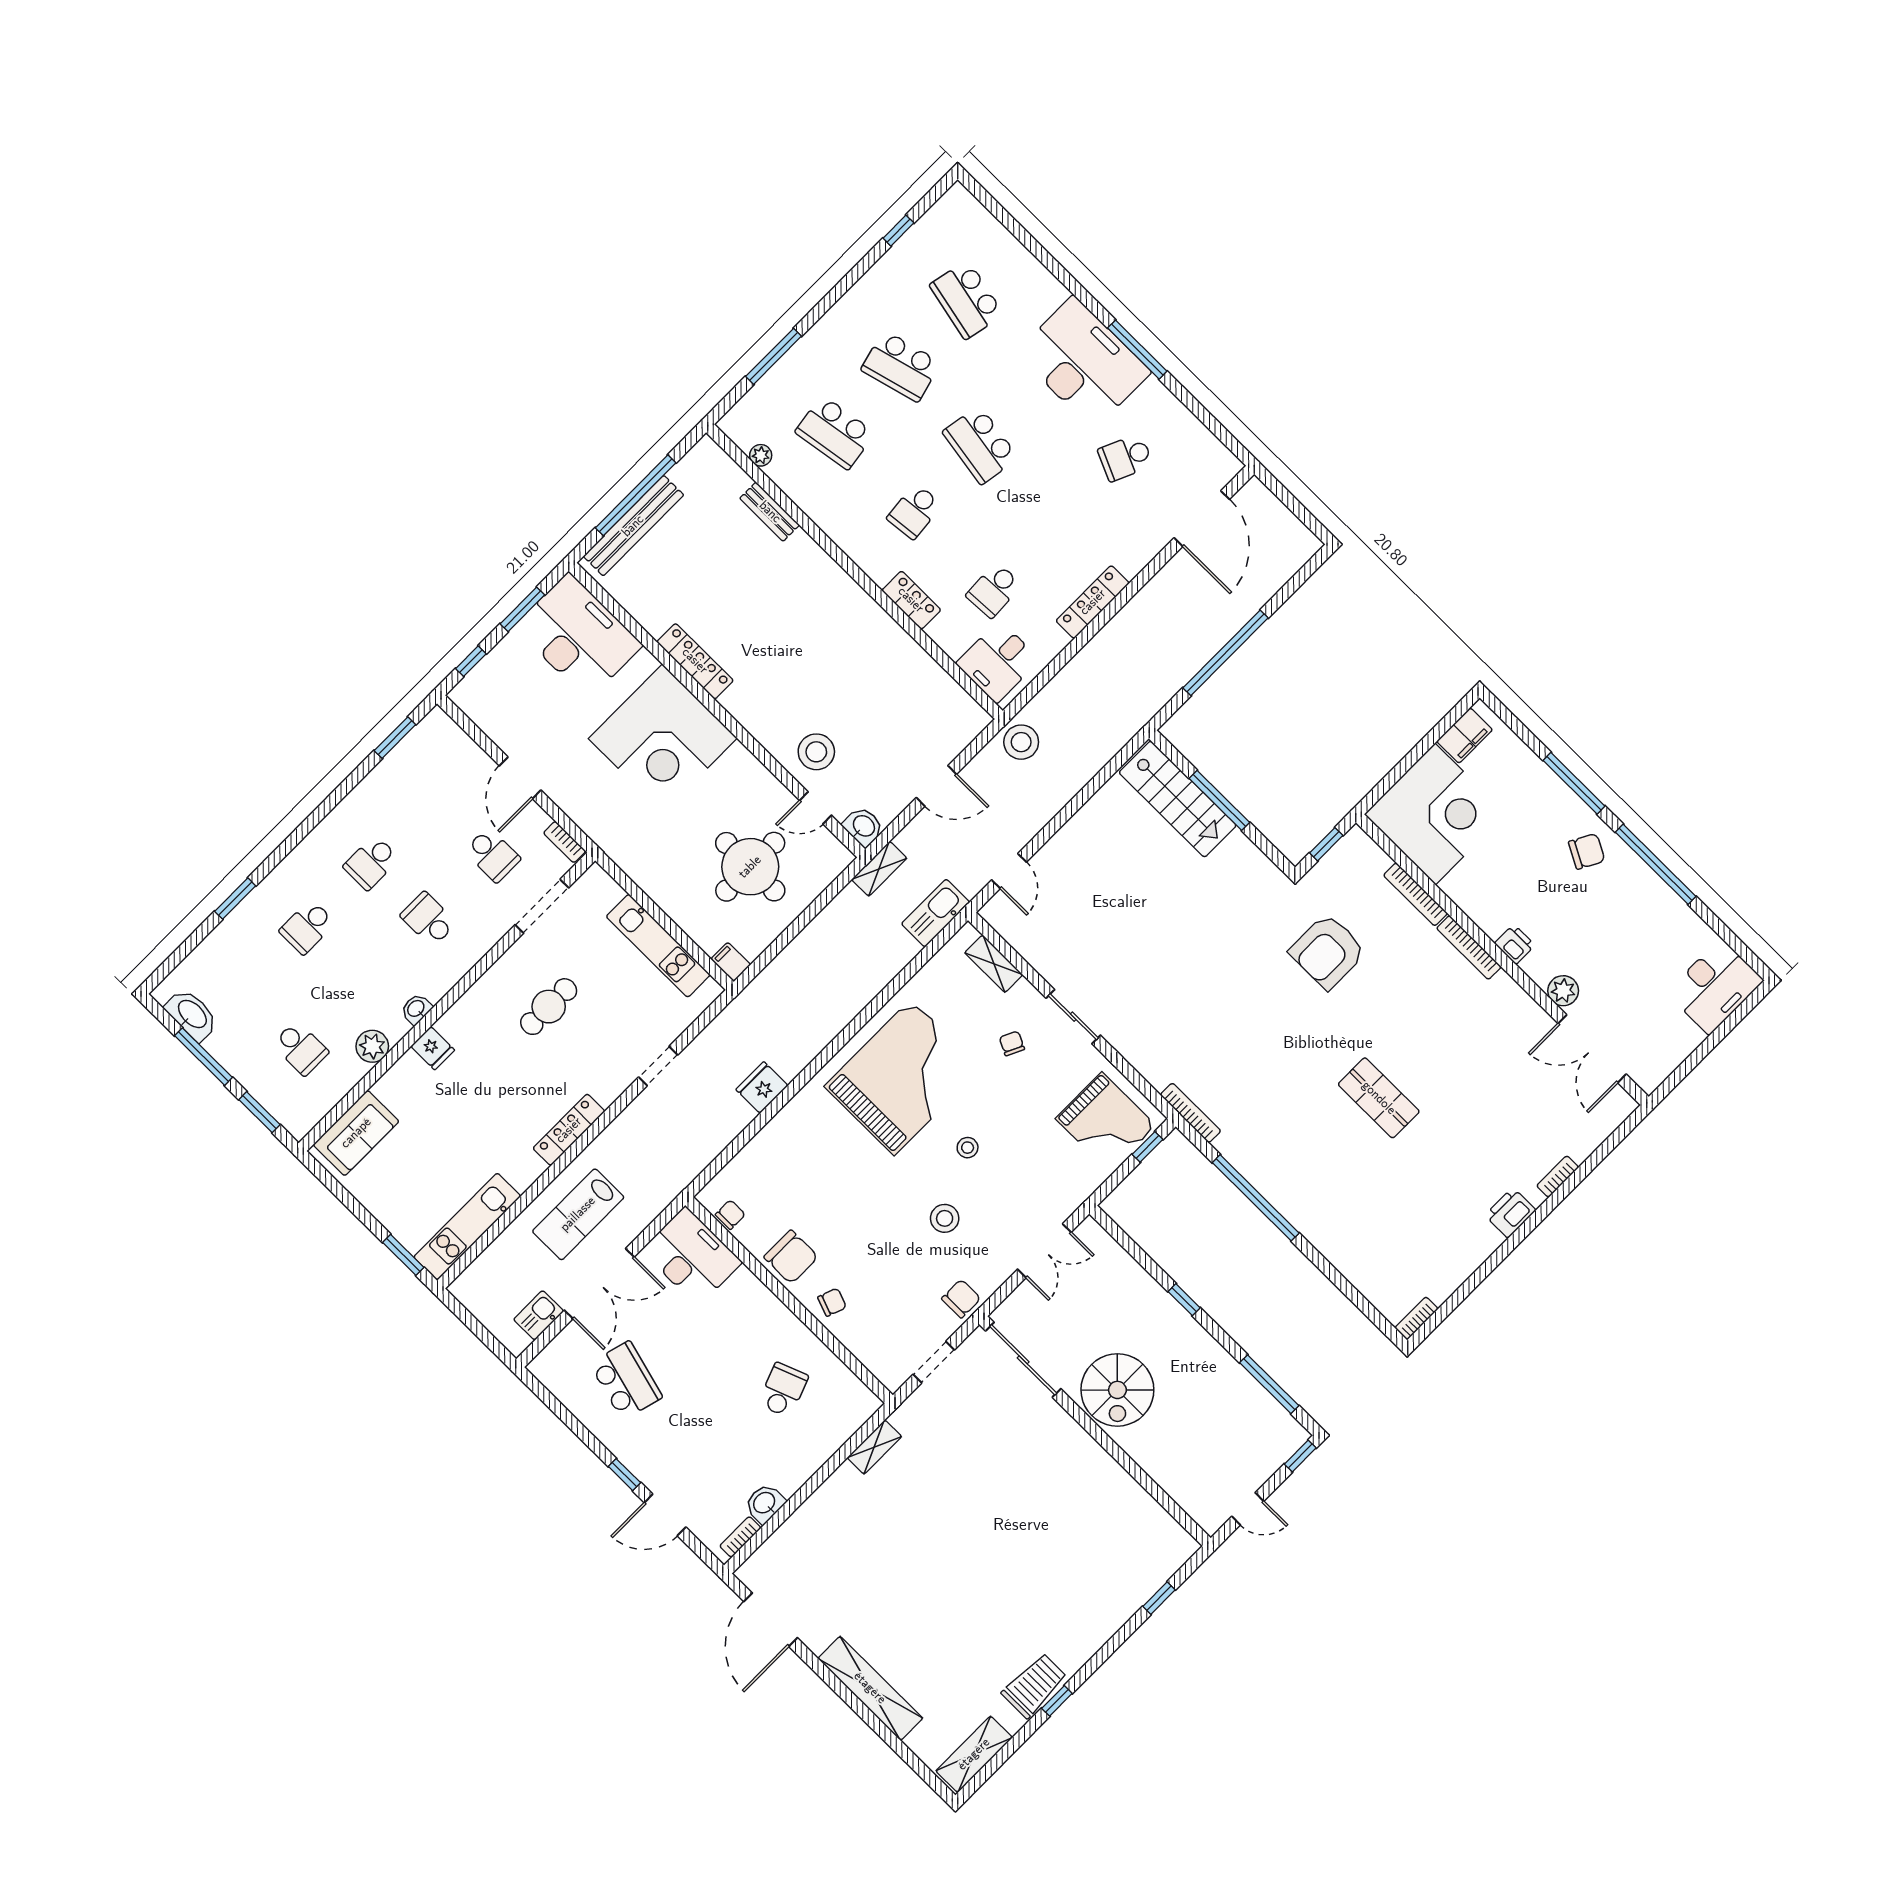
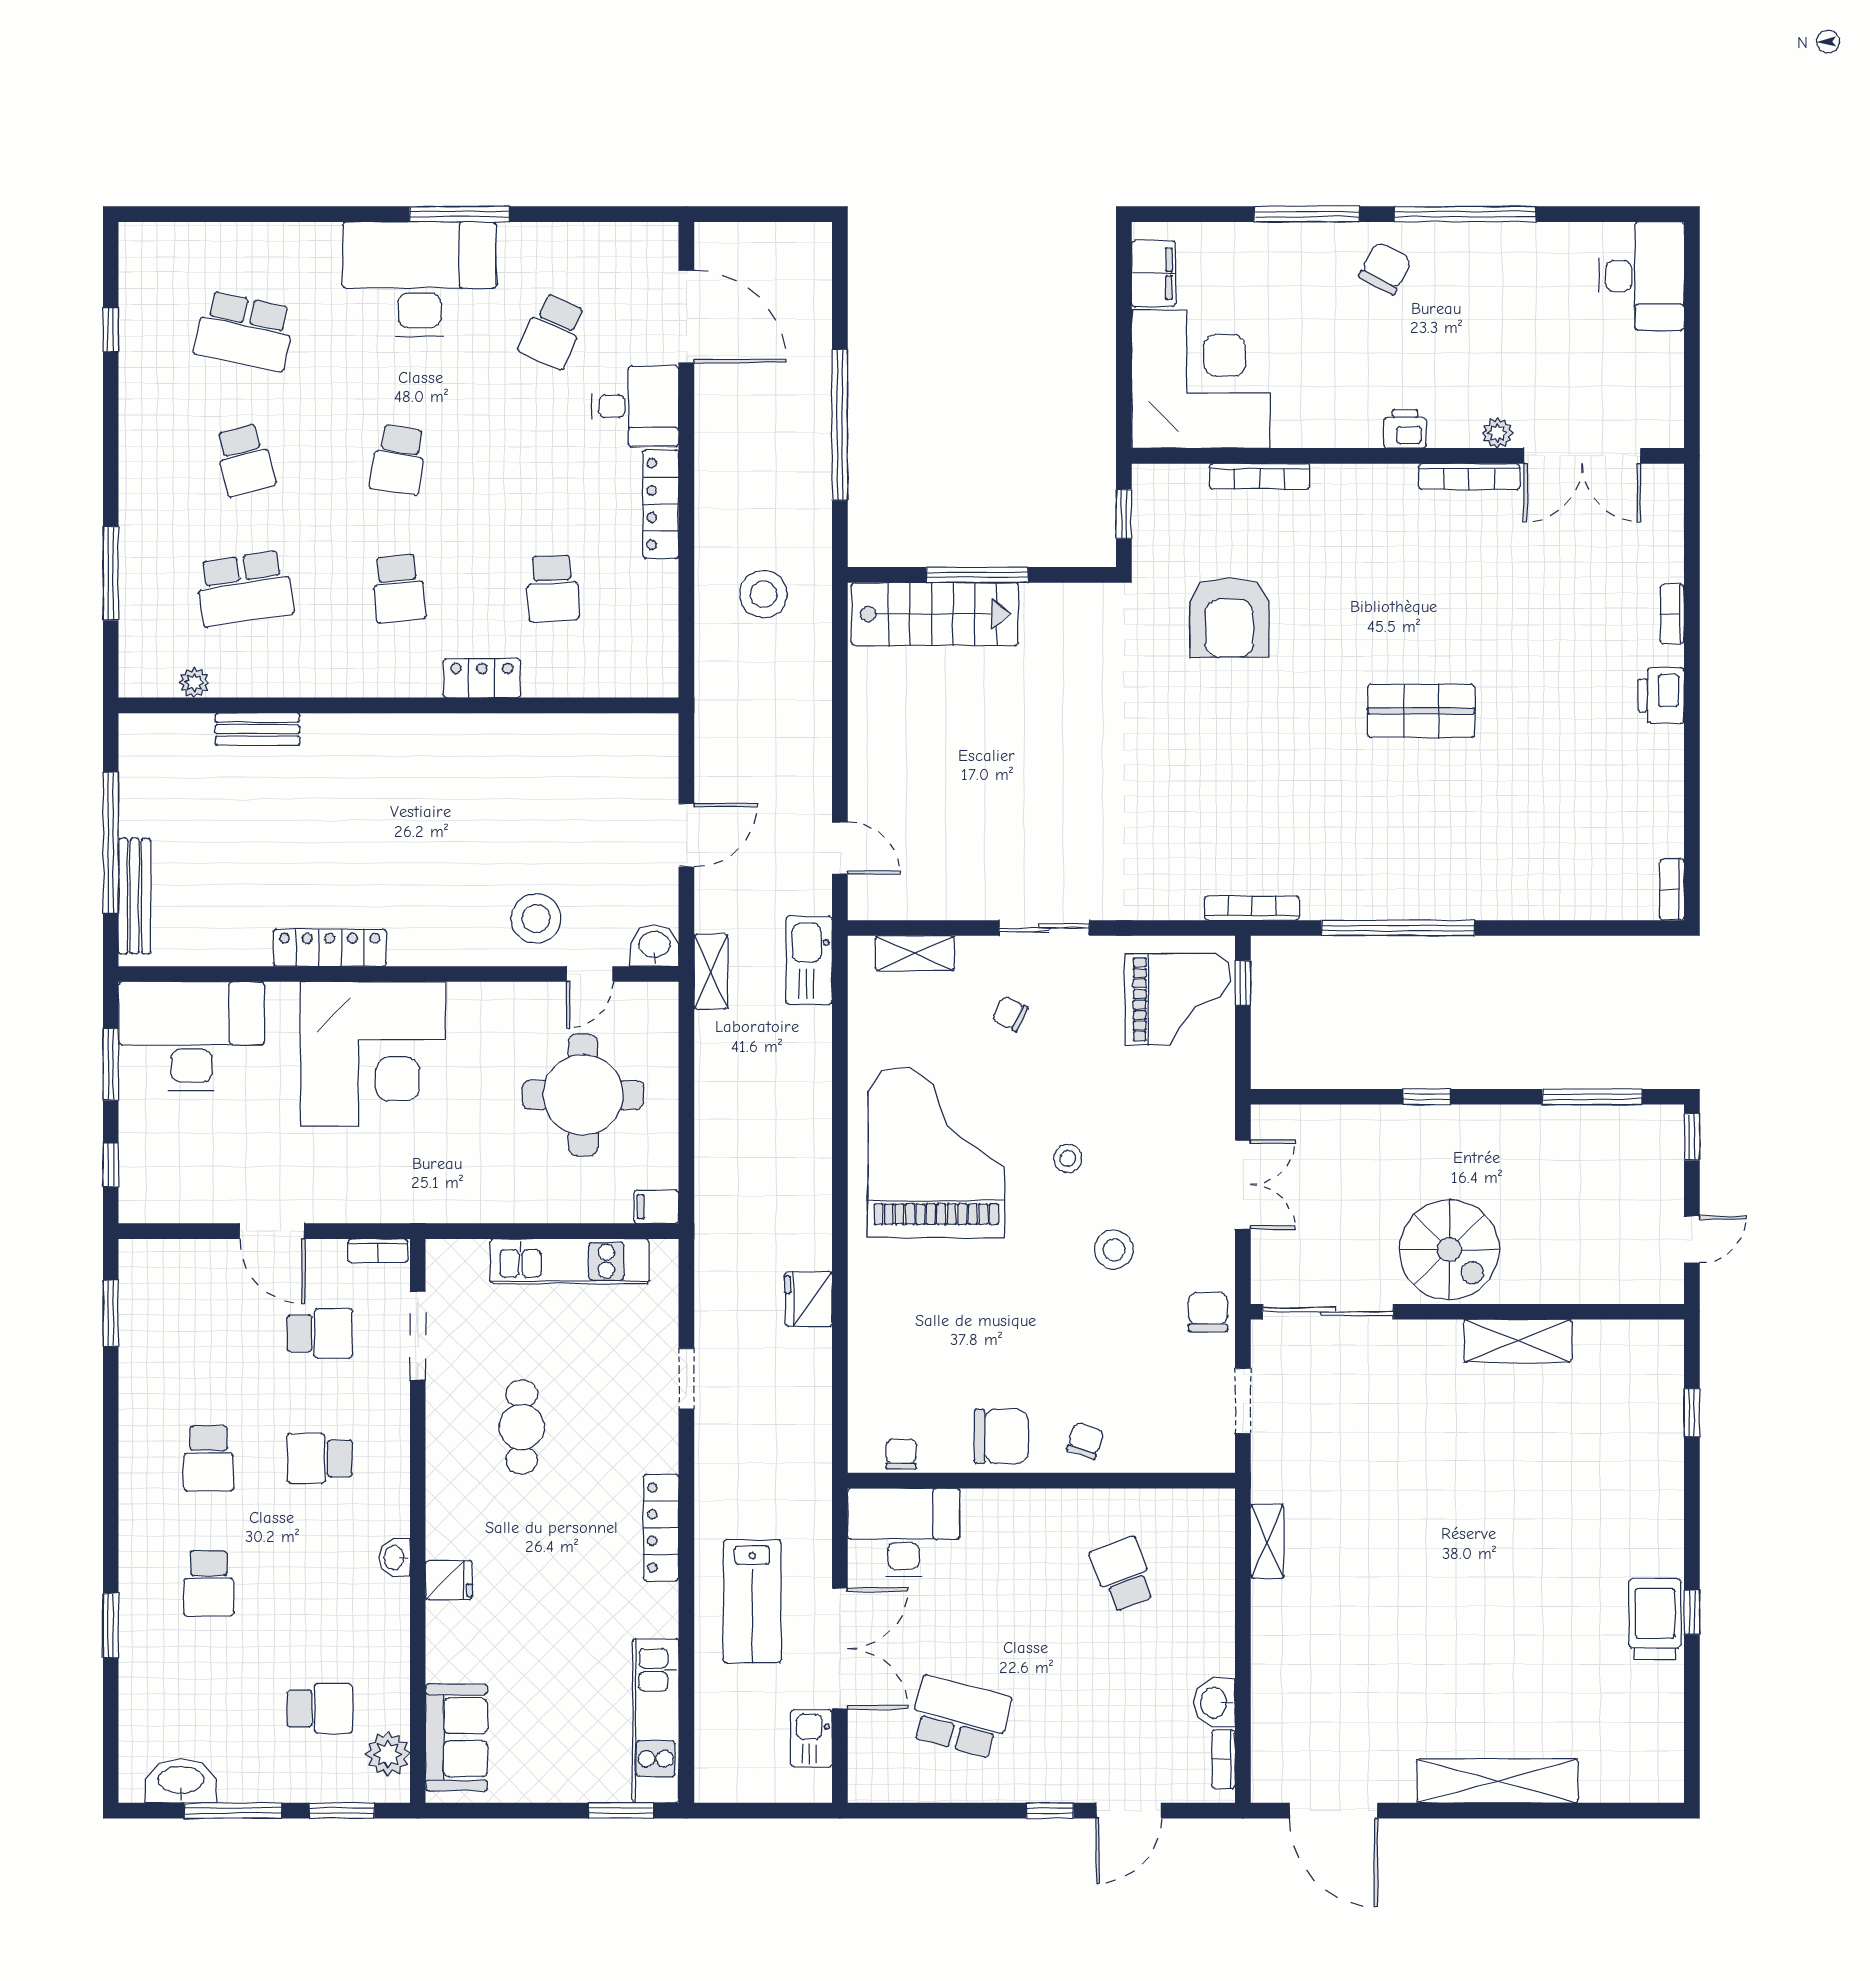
school desk: (901, 366) -> (244, 460), width x0.54
school desk: (980, 445) -> (399, 460), width x0.54
bench: (633, 526) -> (135, 896), width x0.73, depth x0.82
desk: (998, 662) -> (635, 406), moved, turned -90
stool: (1021, 742) -> (763, 594), moved
bookcase: (1469, 948) -> (1469, 477), moved
plant: (1563, 991) -> (1497, 433), width x0.73, depth x0.73
plant: (372, 1046) -> (388, 1754), moved
shelving: (974, 1754) -> (1518, 1341), moved, turned 90

